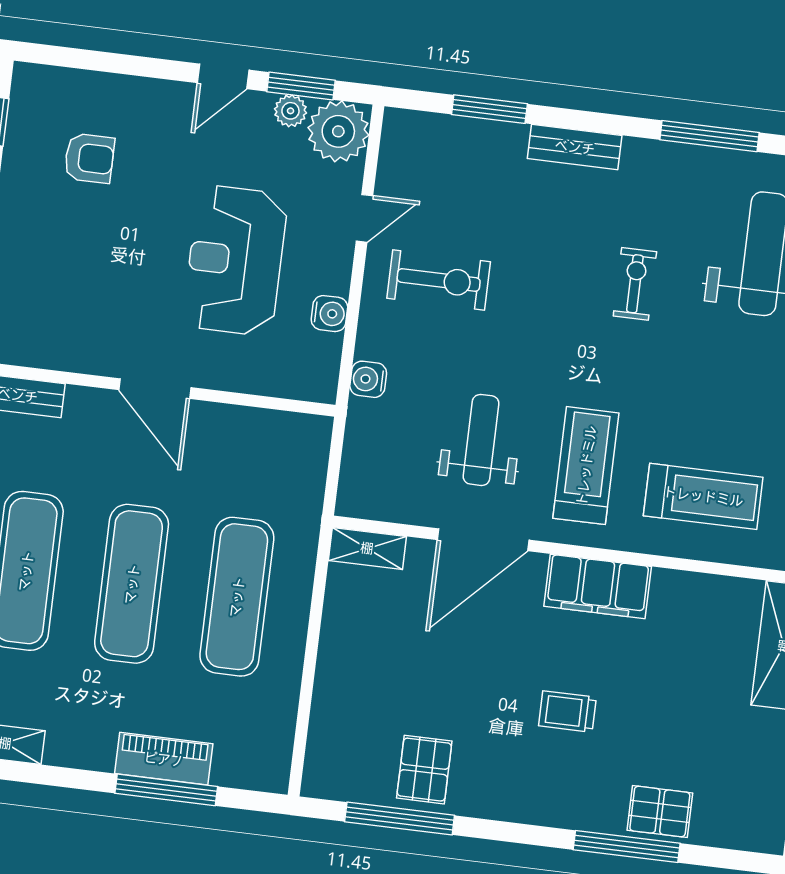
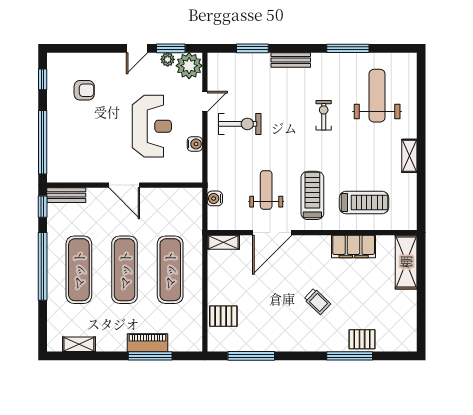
reception desk: (235, 260) -> (152, 126), turned 180
water cooler: (368, 379) -> (215, 198), moved
filing cabinet: (598, 586) -> (354, 246), moved
trolley: (567, 711) -> (317, 301), turned -136
pallet: (424, 770) -> (223, 316), moved, turned 90

